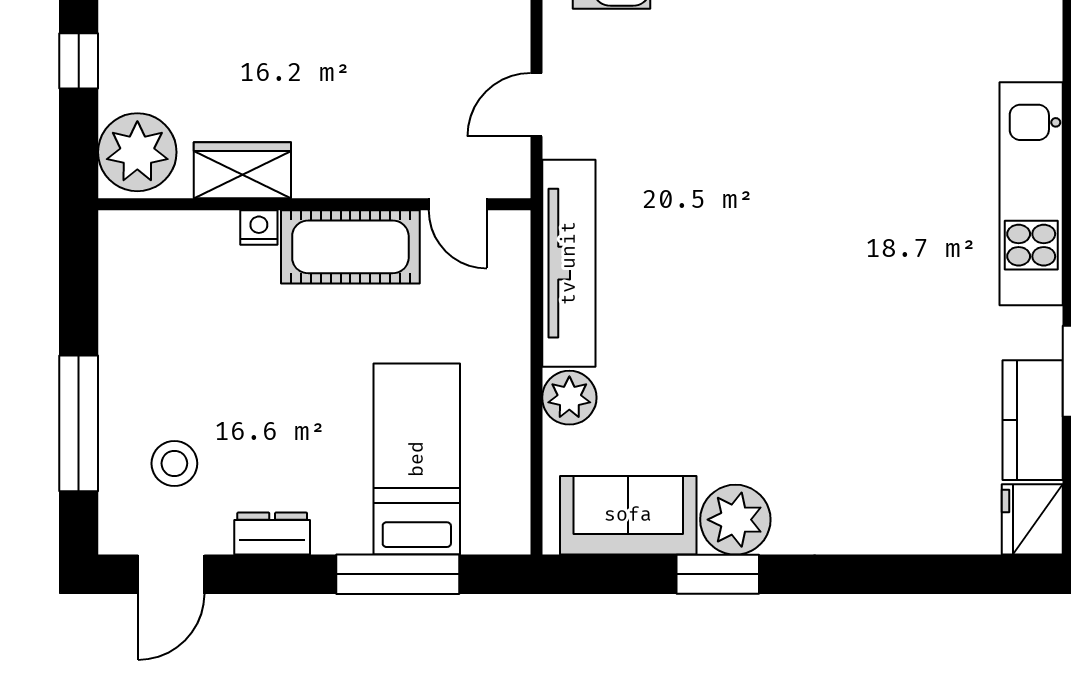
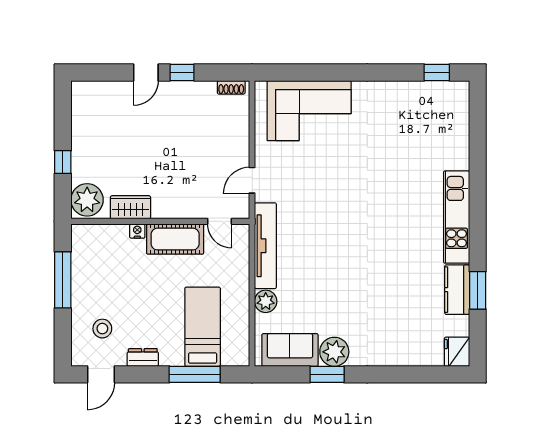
kitchen counter: (1033, 420) -> (457, 290), moved
window: (79, 423) -> (63, 280), moved

